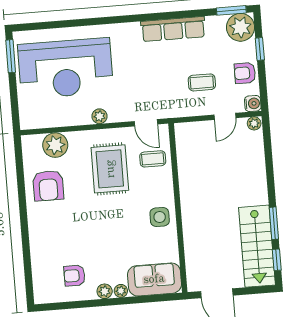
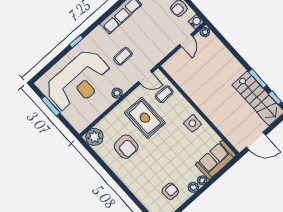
window: (98, 21) -> (76, 42), added
window: (11, 56) -> (51, 106), moved
coffee table: (202, 82) -> (123, 56), moved
plant: (55, 145) -> (95, 137), moved
armchair: (48, 186) -> (126, 147), moved
armchair: (74, 276) -> (170, 191), turned 180

